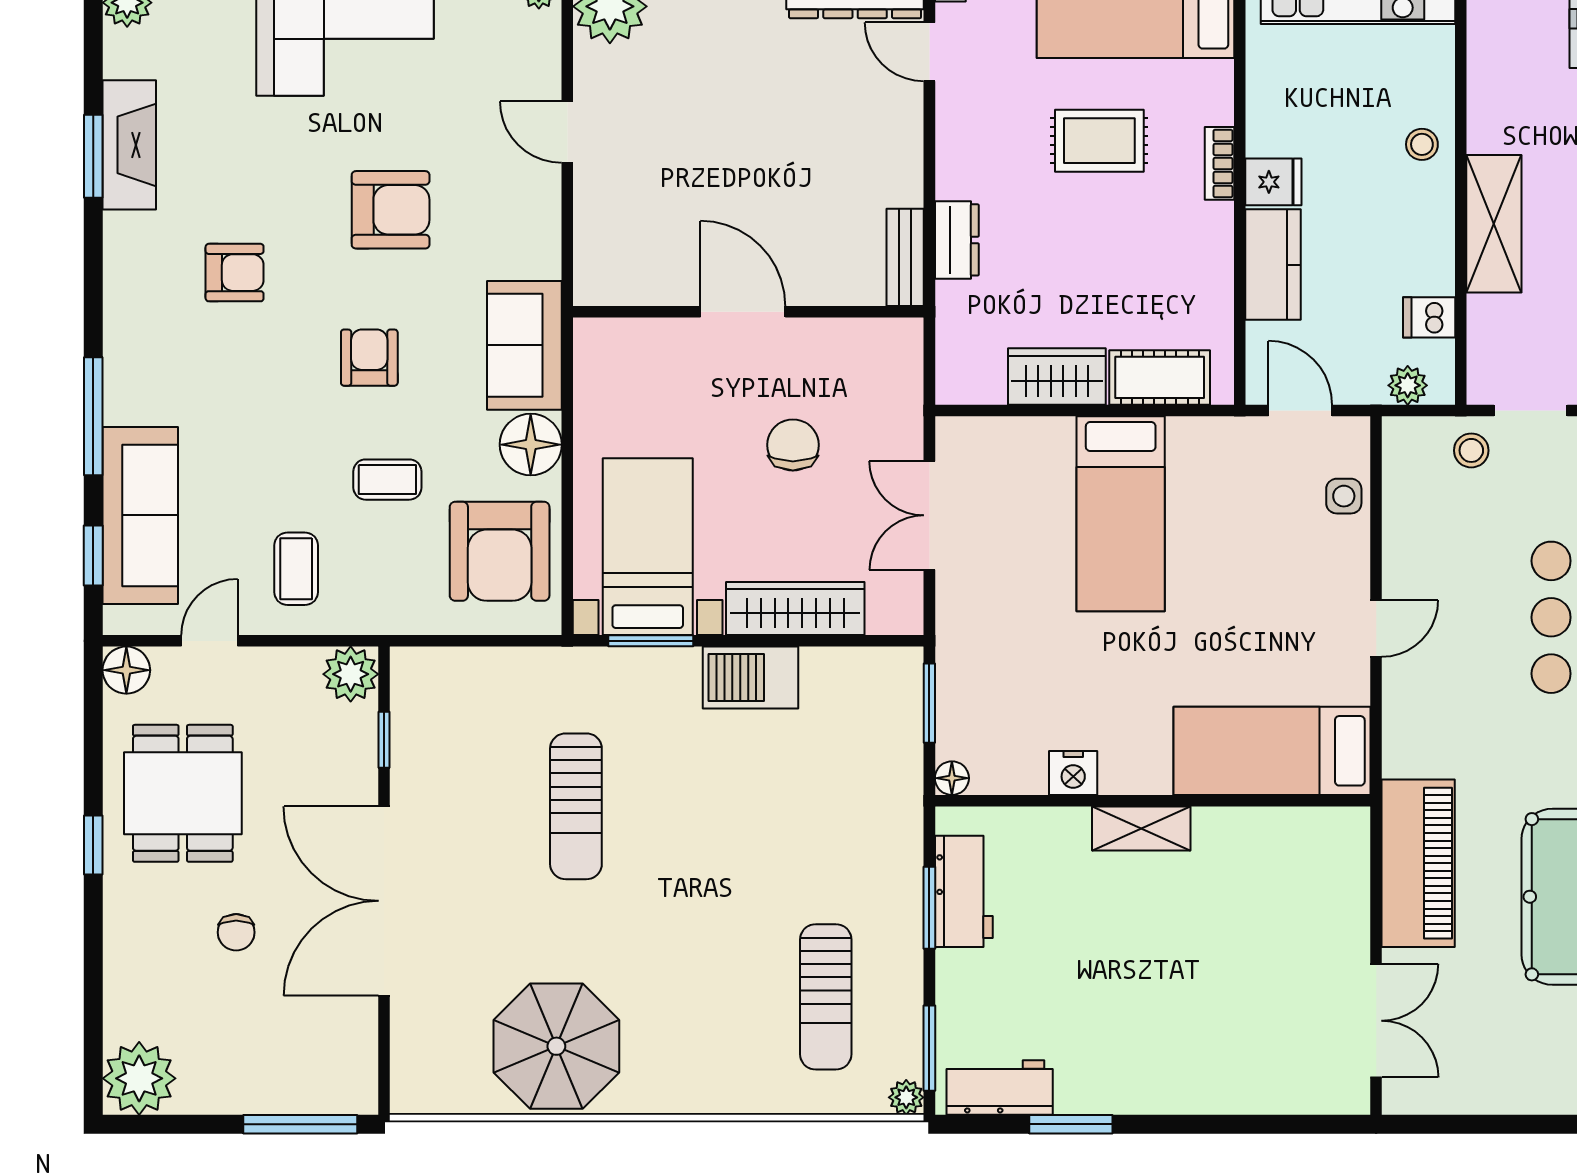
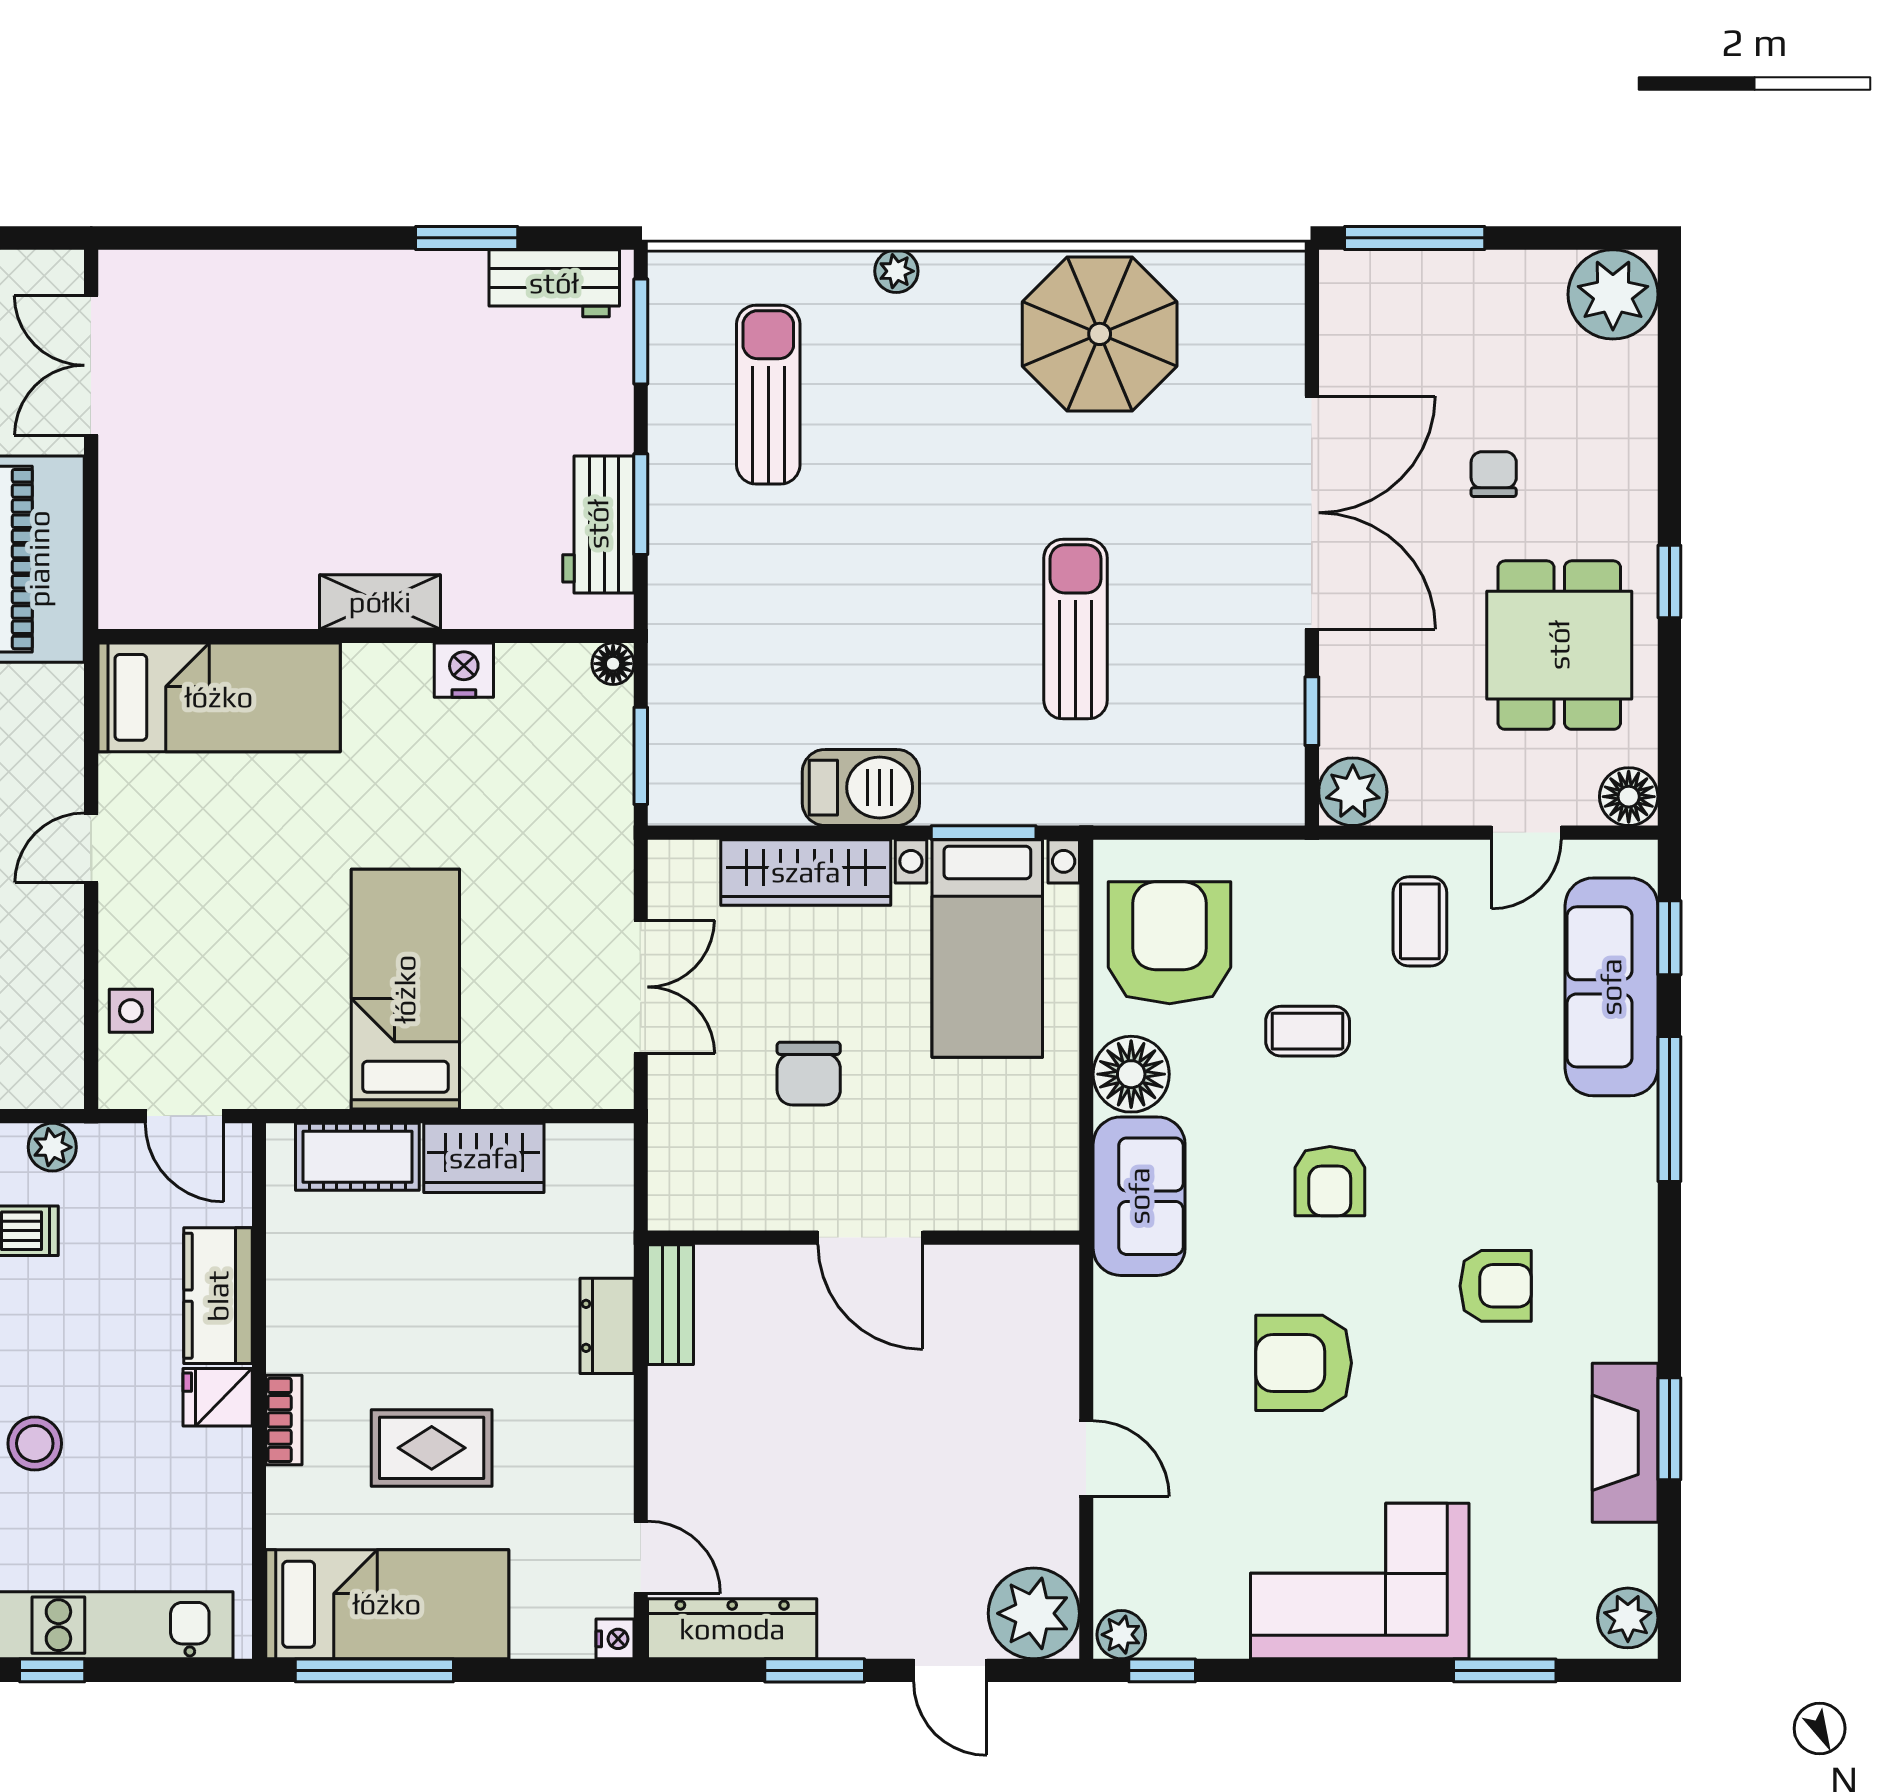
stool: (1422, 144) -> (35, 1443), width x1.37, depth x1.37
armchair: (235, 273) -> (1496, 1286), turned 180
plant: (906, 1097) -> (896, 271), moved

